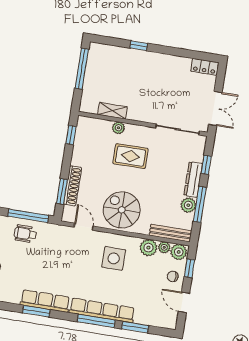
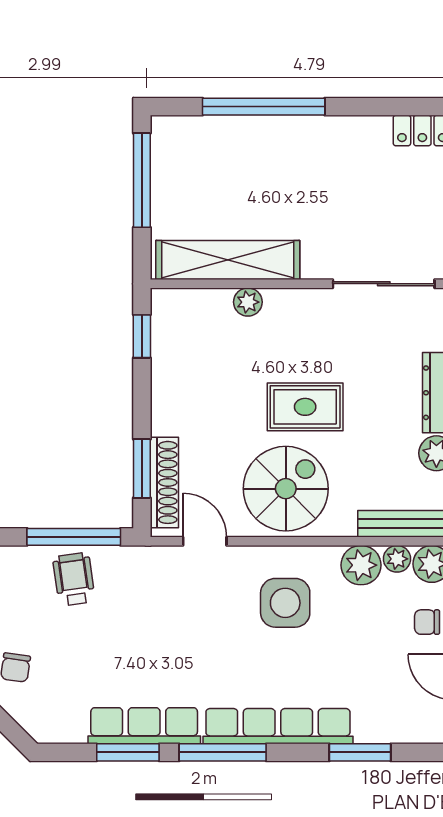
window: (139, 46) -> (264, 107), width x3.17
shelving: (112, 111) -> (228, 260), width x2.20, depth x1.33
rug: (130, 156) -> (305, 407), moved
shoe rack: (73, 186) -> (164, 482), moved
spiral stairs: (122, 210) -> (286, 489), turned 90
wheelchair: (25, 234) -> (74, 579), turned 82
window: (96, 321) -> (223, 752), moved

